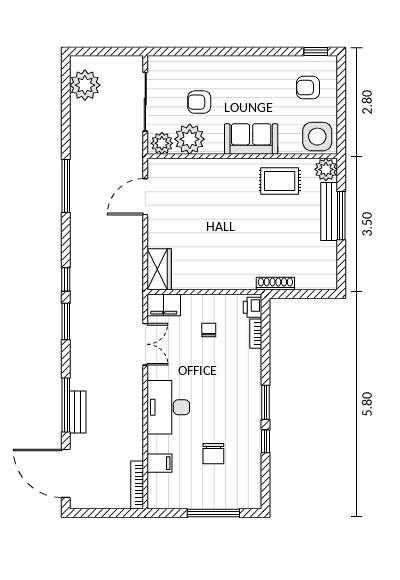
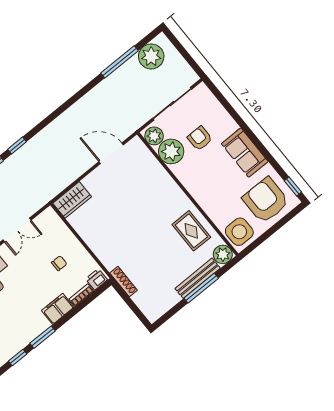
armchair: (308, 88) -> (266, 200), width x1.88, depth x1.88
sofa: (251, 139) -> (245, 153), moved, turned 180
window: (66, 186) -> (119, 62), moved
filing cabinet: (164, 305) -> (58, 309), moved, turned 90

